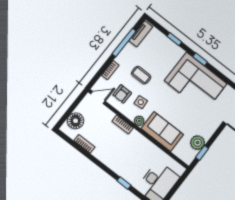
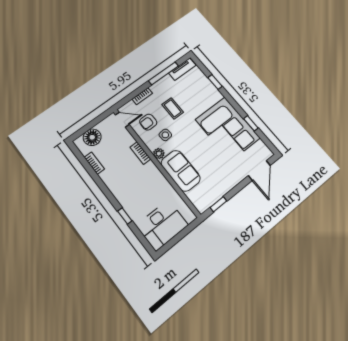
window: (200, 59) -> (251, 123), moved
plant: (198, 143) -> (216, 192), removed

